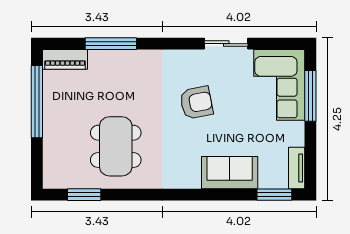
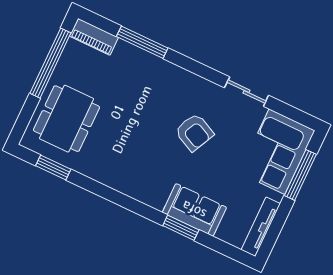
armchair: (196, 103) -> (194, 132), turned 37
dining table: (116, 146) -> (66, 119), moved
tv unit: (297, 168) -> (261, 227), width x1.41
window: (274, 195) -> (181, 228), moved

